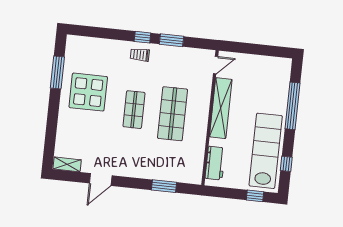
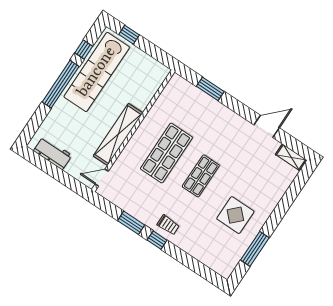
display table: (88, 92) -> (235, 215), width x0.73, depth x0.73
window: (292, 106) -> (61, 84), moved
workbench: (215, 163) -> (53, 153), moved, turned 90

